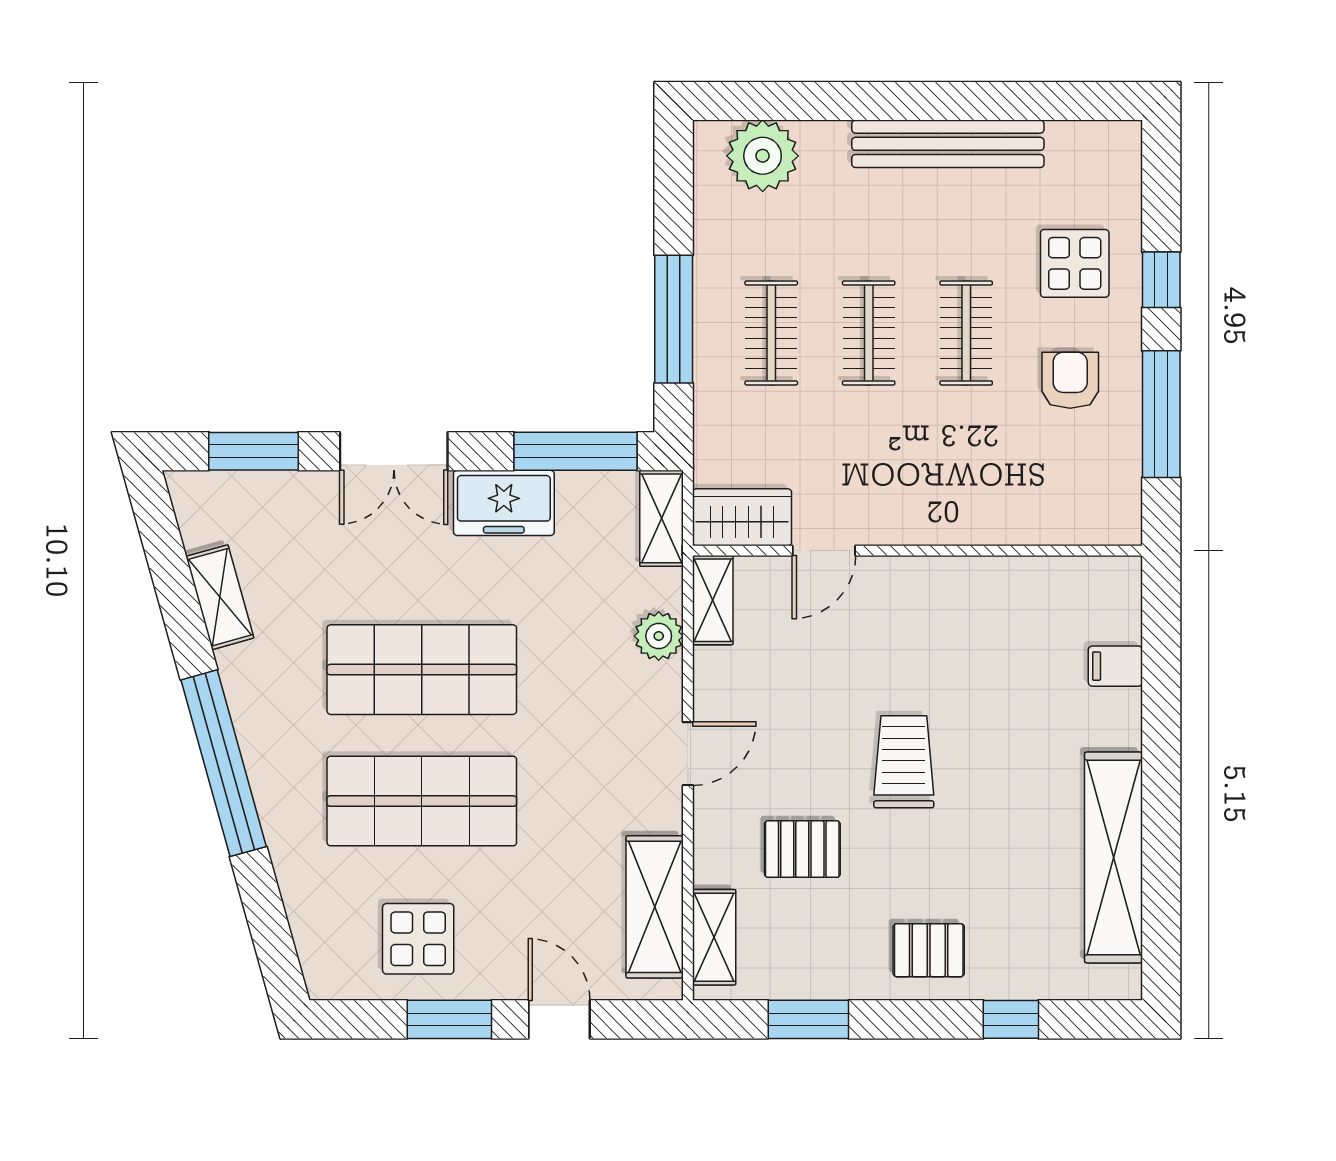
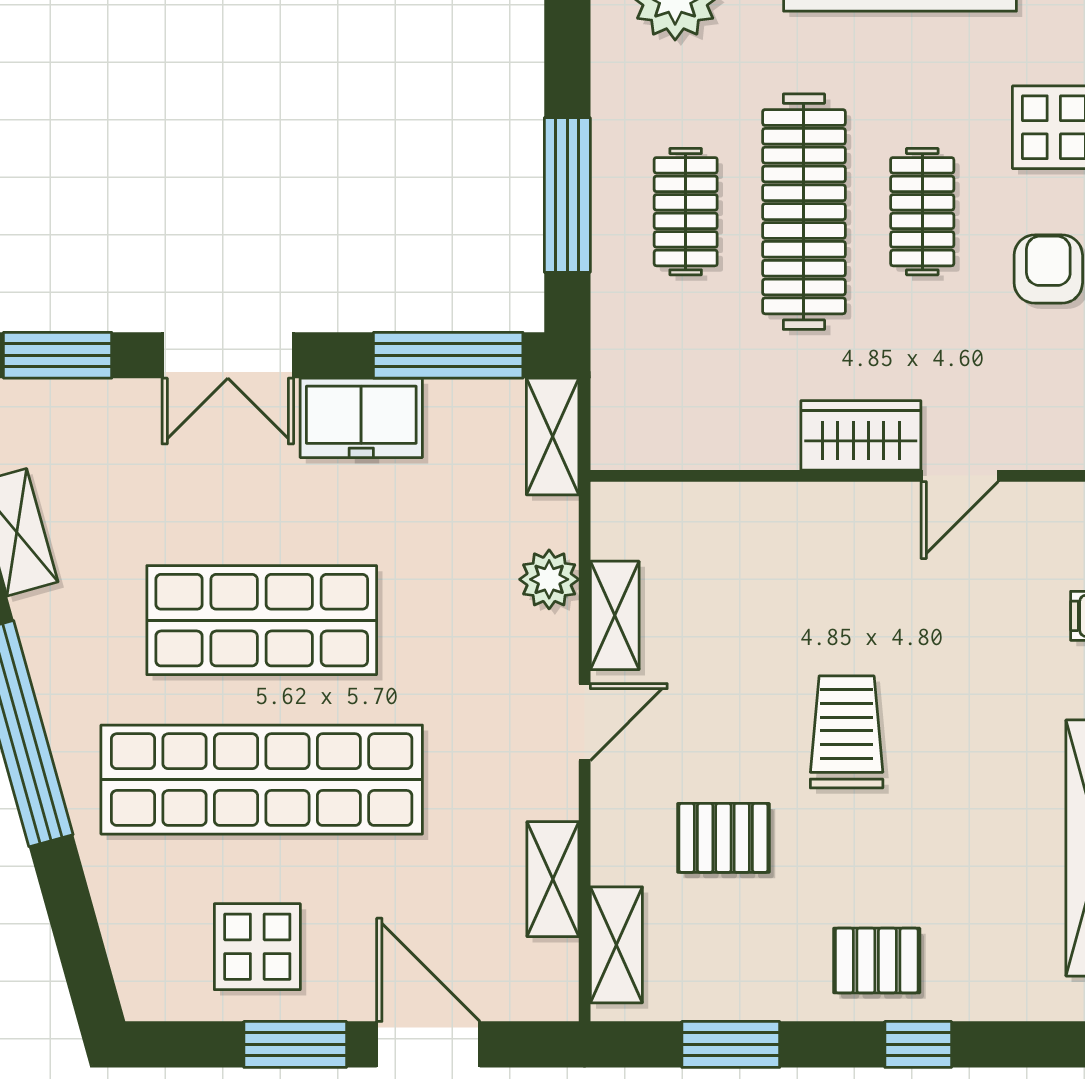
clothes rail: (869, 333) -> (804, 212), width x1.86, depth x1.31
wardrobe: (742, 517) -> (861, 435), moved
door: (824, 551) -> (960, 476), moved
shelving: (713, 600) -> (615, 615), moved
shop shelf: (422, 801) -> (262, 780), width x1.40
shelving: (655, 907) -> (553, 879), width x0.67, depth x0.75
door: (559, 1019) -> (428, 1044), width x1.37
window: (1011, 1019) -> (918, 1044), moved

